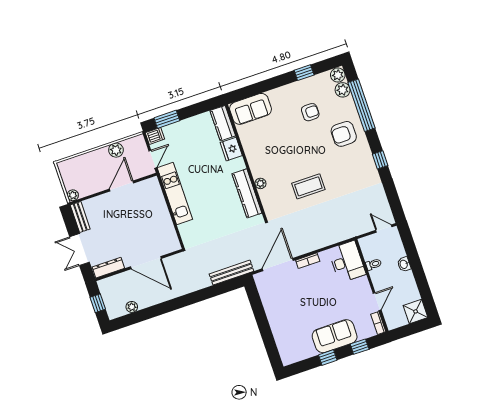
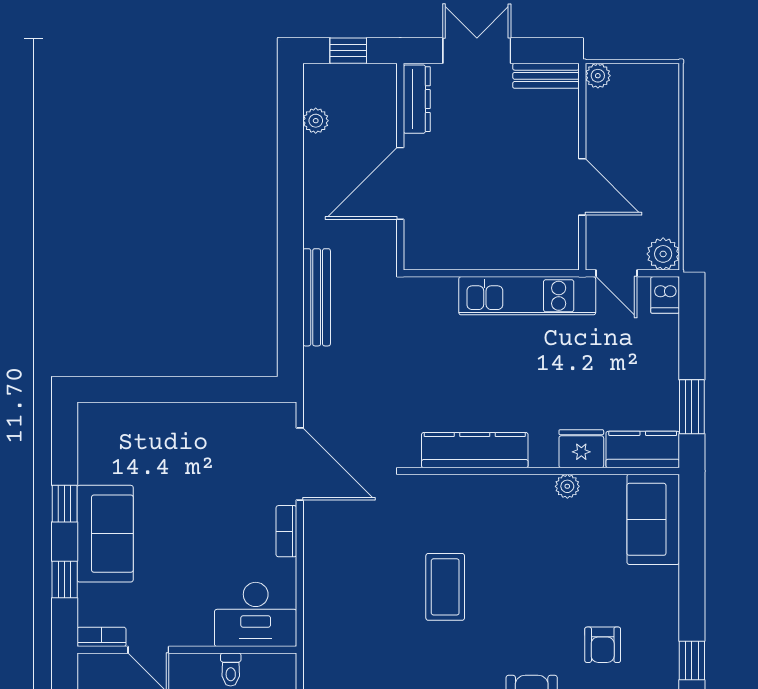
window: (167, 119) -> (692, 407), moved
plant: (116, 150) -> (663, 254), moved
plant: (260, 183) -> (567, 486), moved
bench: (231, 273) -> (317, 297), moved

